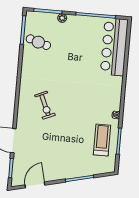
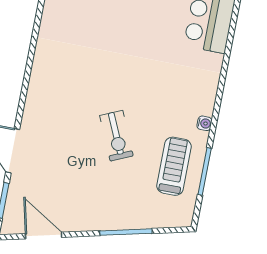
exercise bike: (45, 105) -> (116, 136), moved
door: (35, 185) -> (44, 235), hinge flipped

